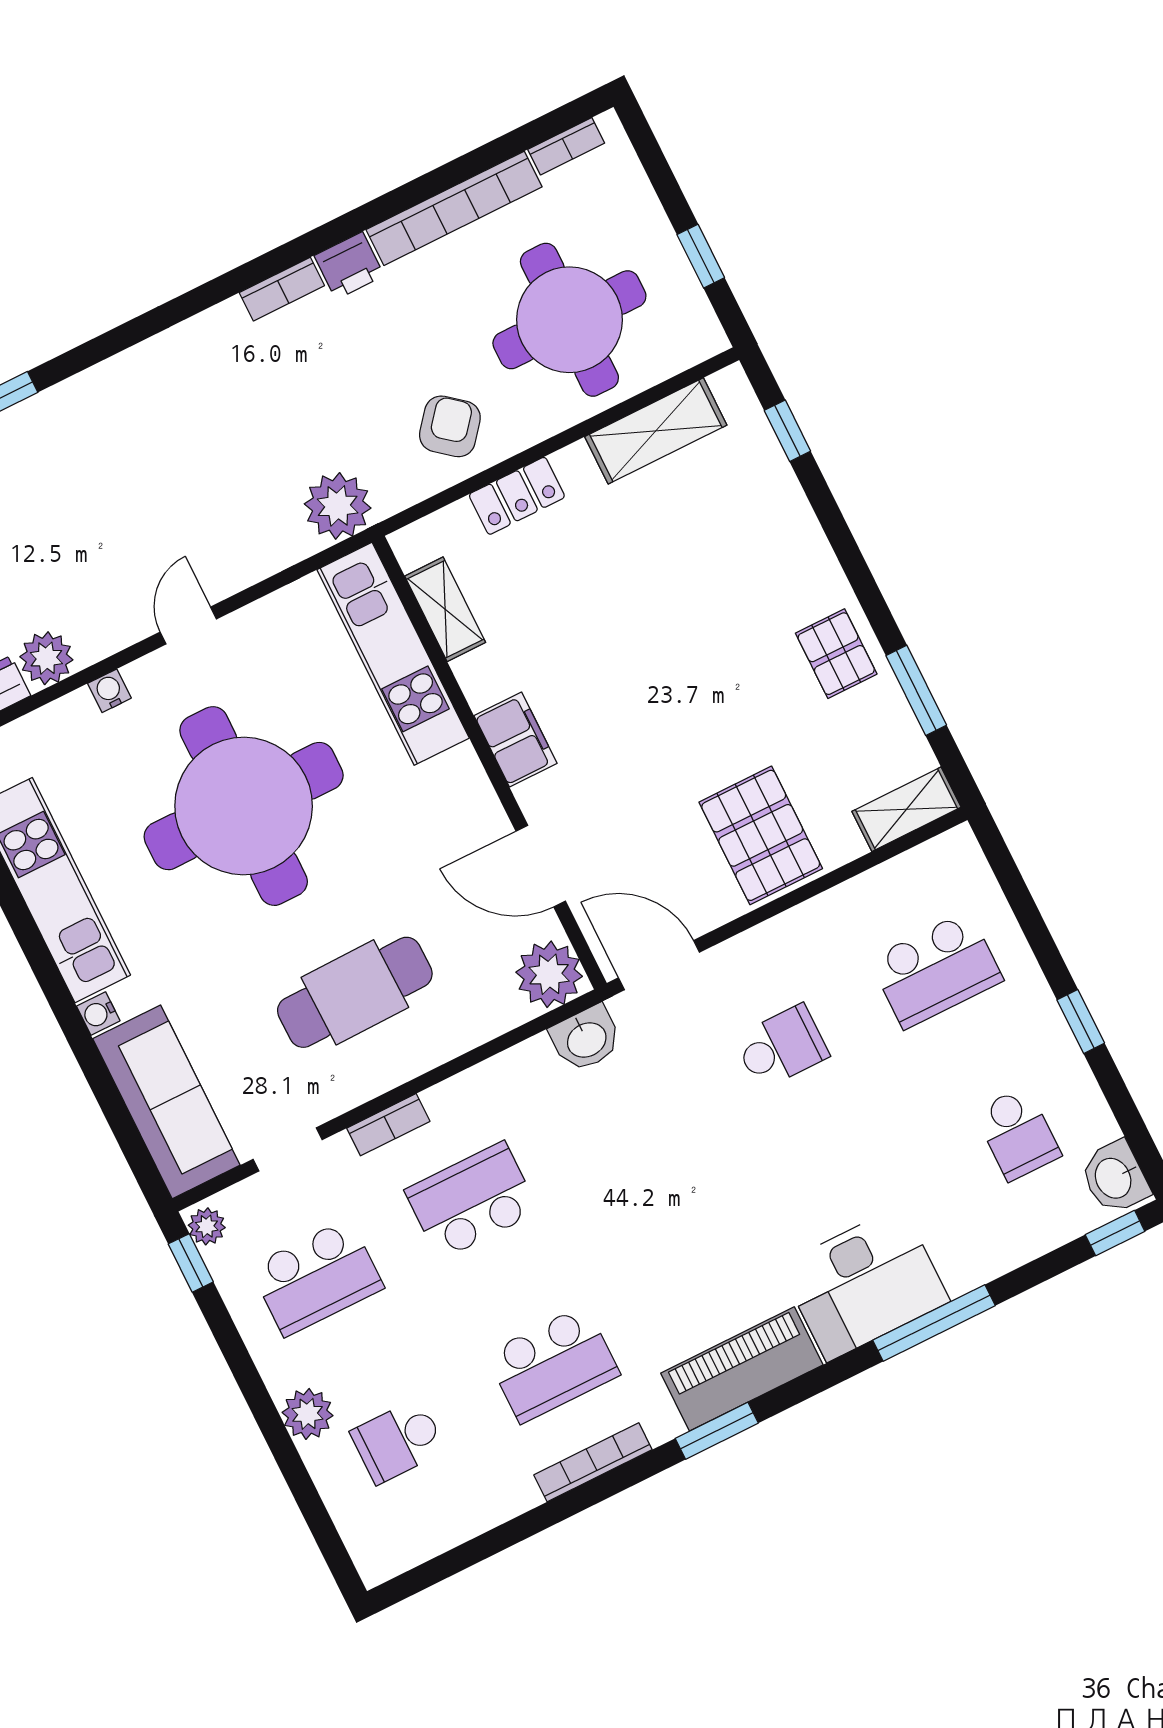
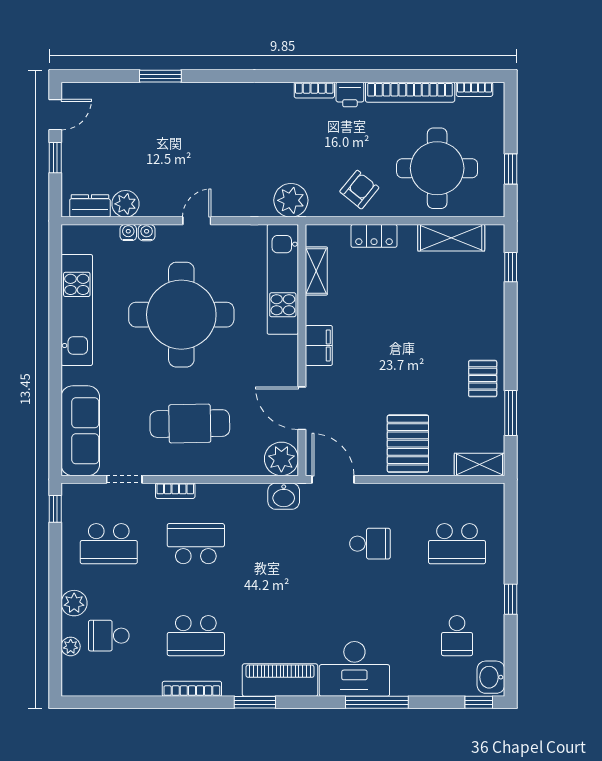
water cooler: (98, 1013) -> (128, 233), moved, turned 90
plant: (207, 1226) -> (71, 646), moved

